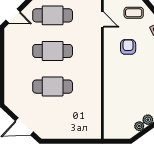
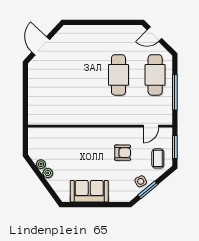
door: (13, 16) -> (154, 34), hinge flipped
cafe table: (53, 87) -> (82, 75), removed

